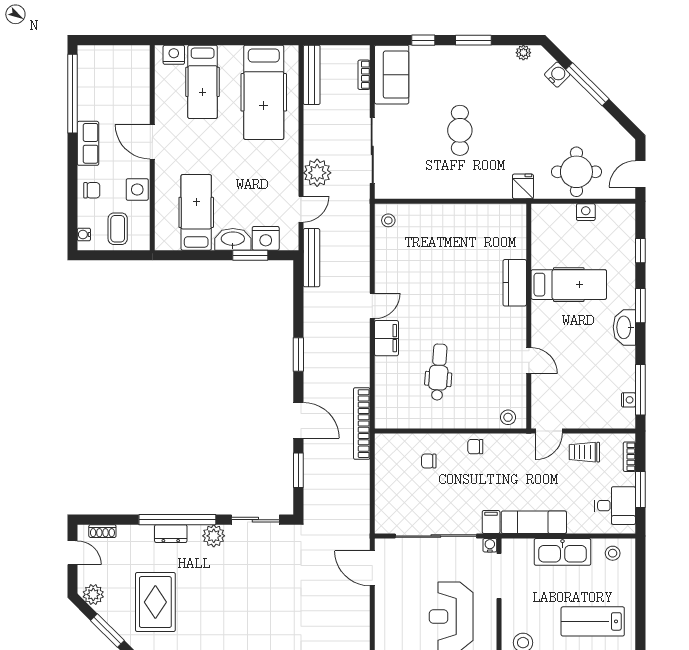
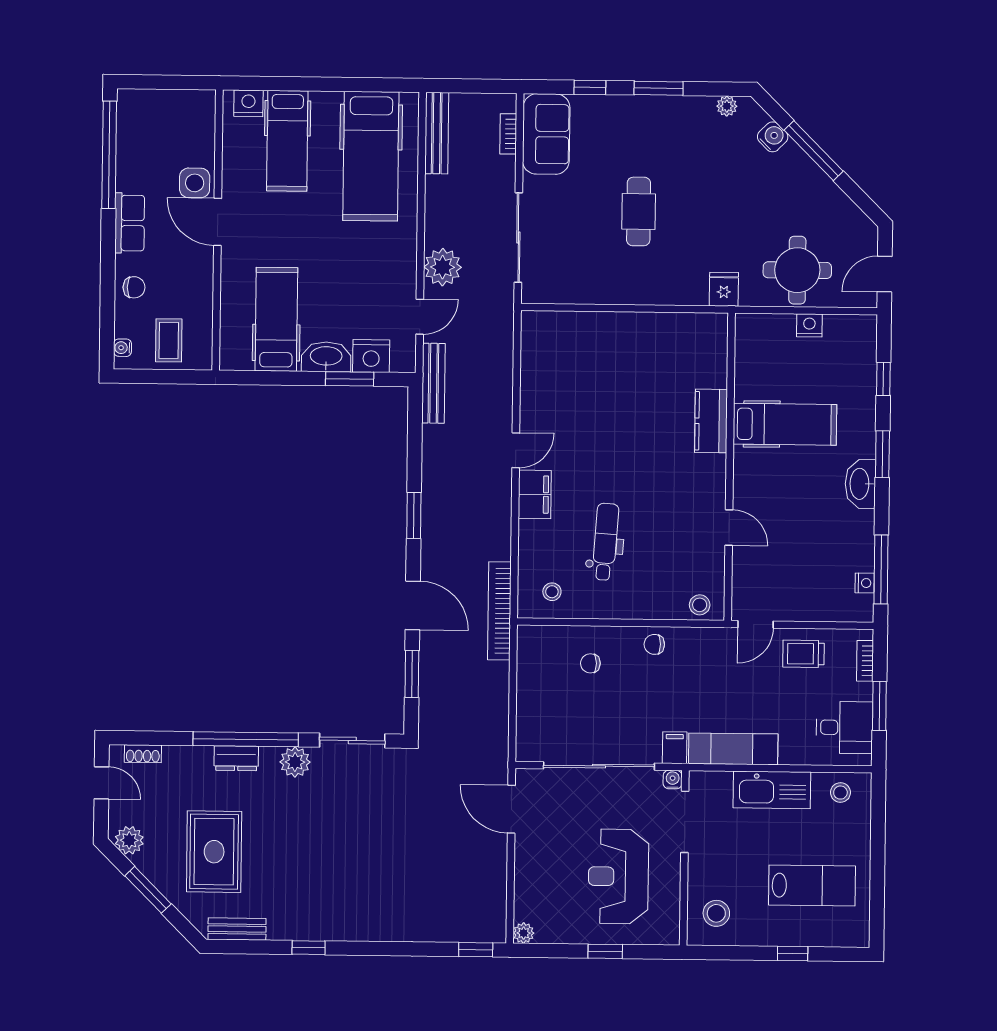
side table: (137, 190) -> (195, 183), moved
stool: (388, 220) -> (552, 592), moved
lab bench: (593, 621) -> (812, 885), turned 180

